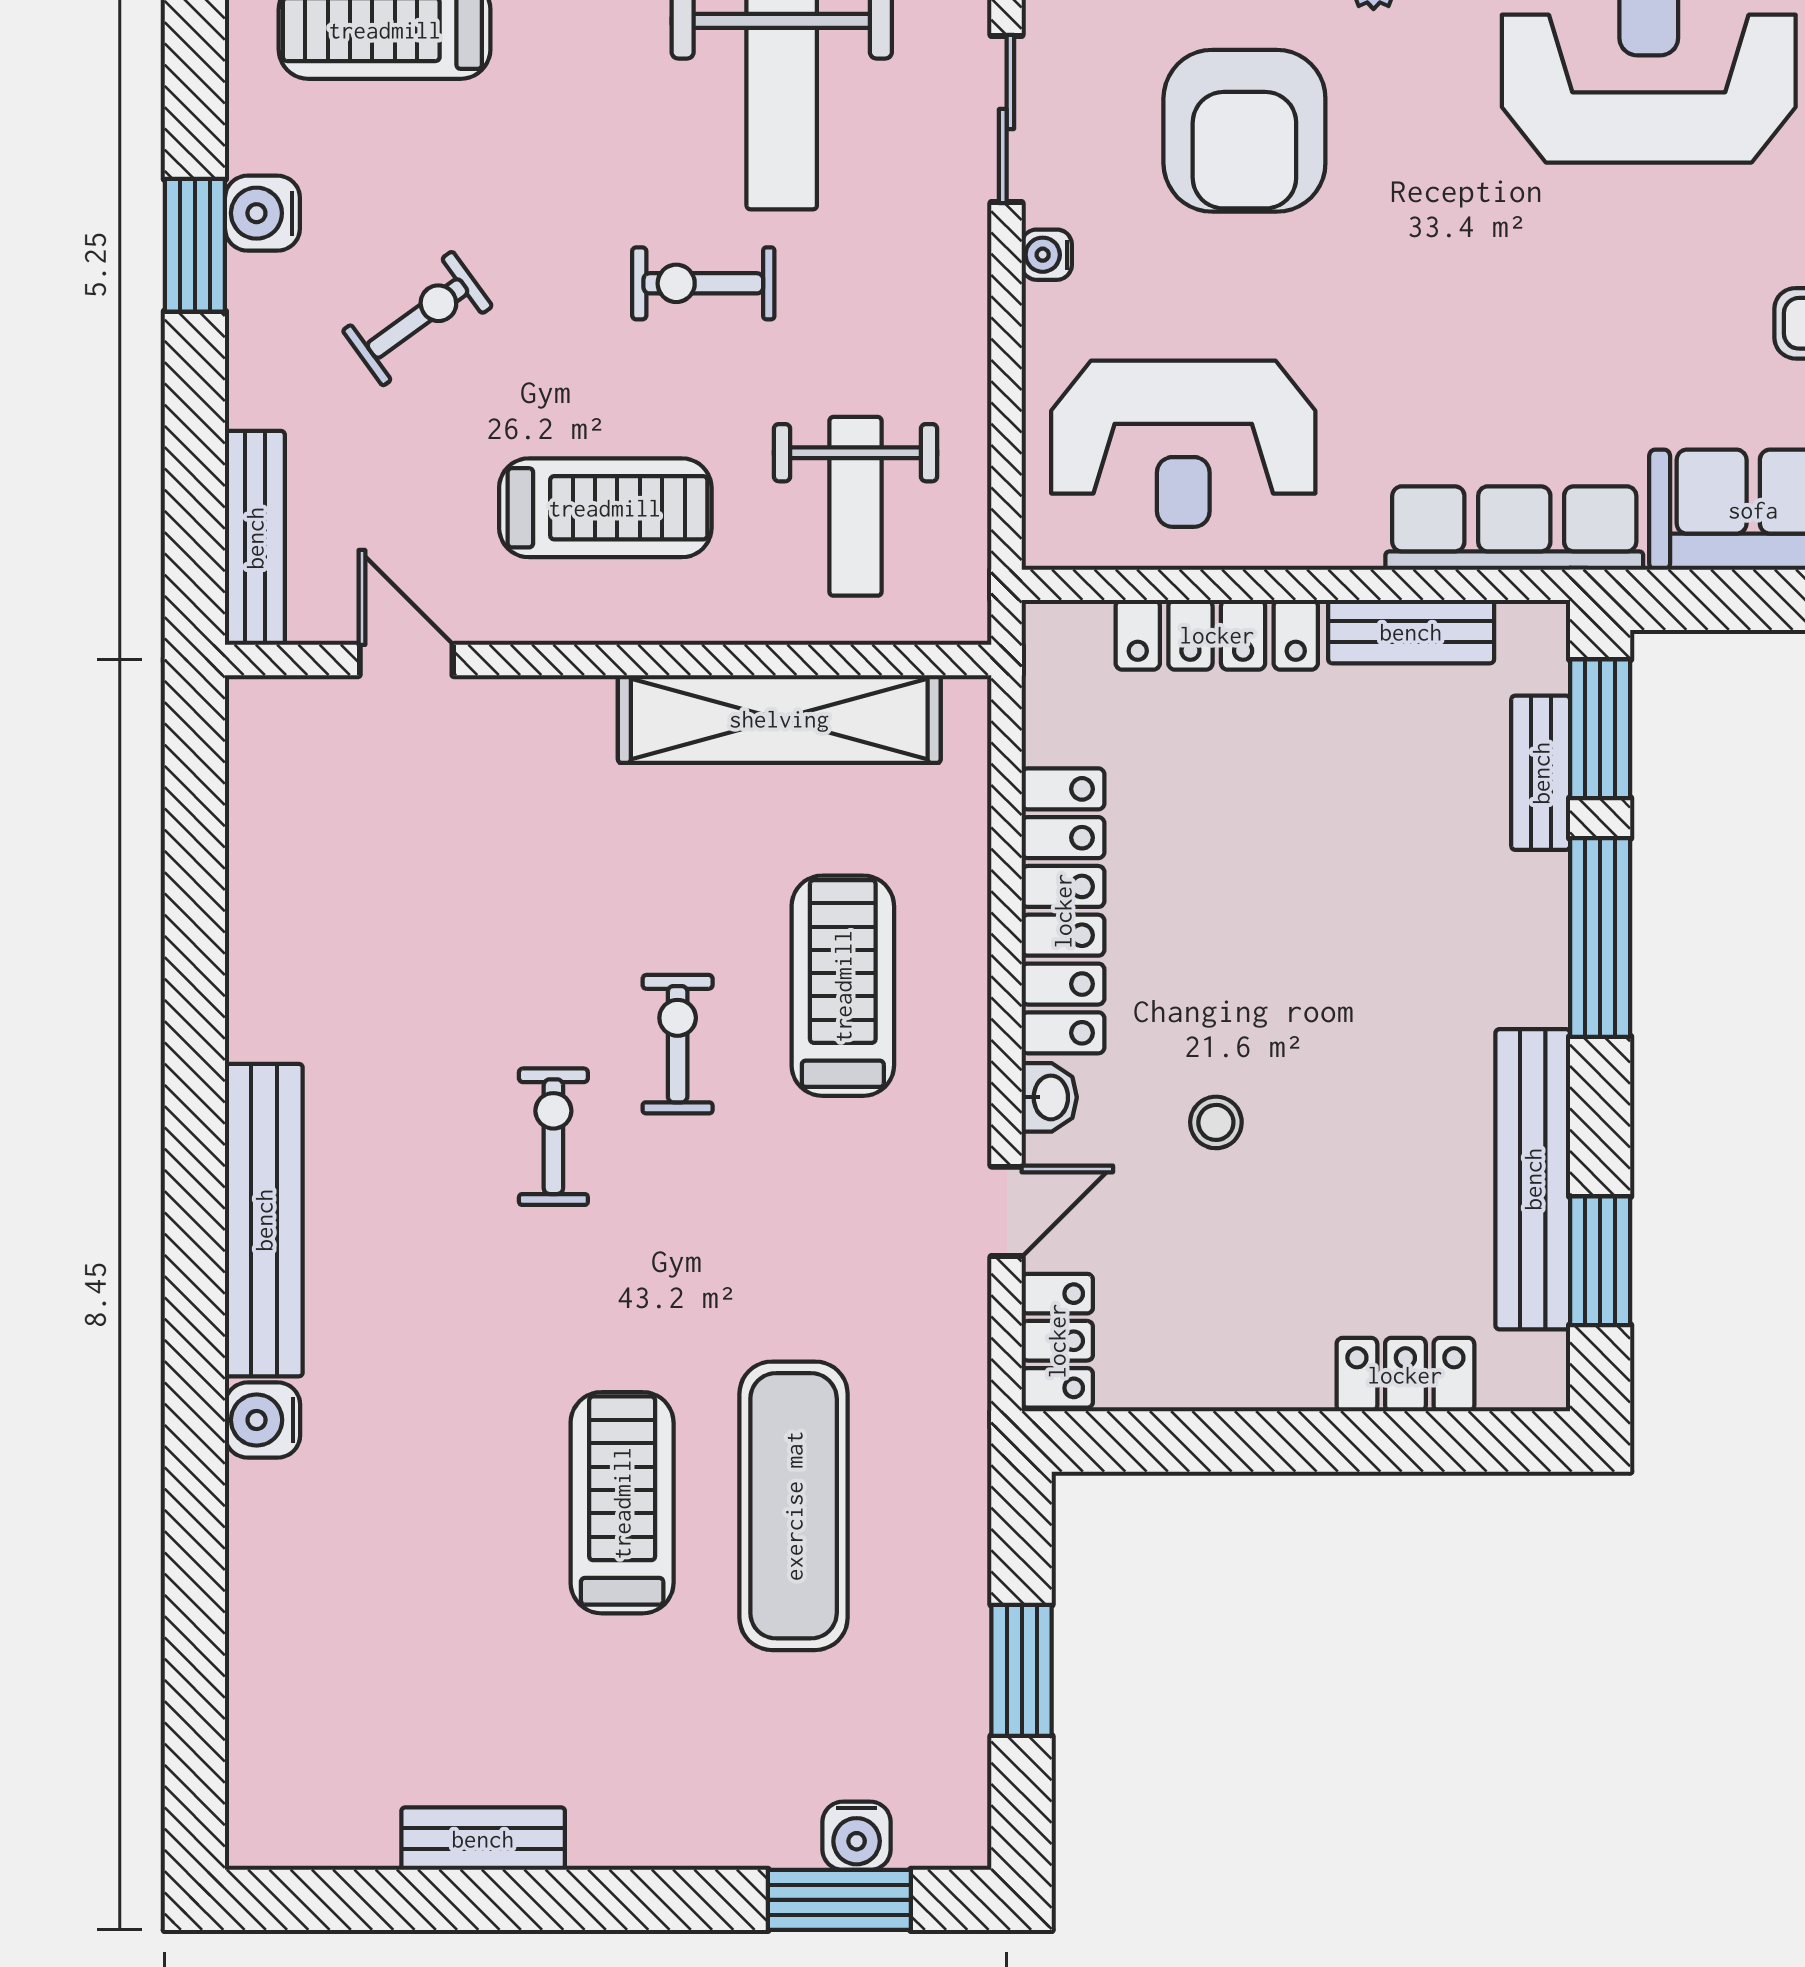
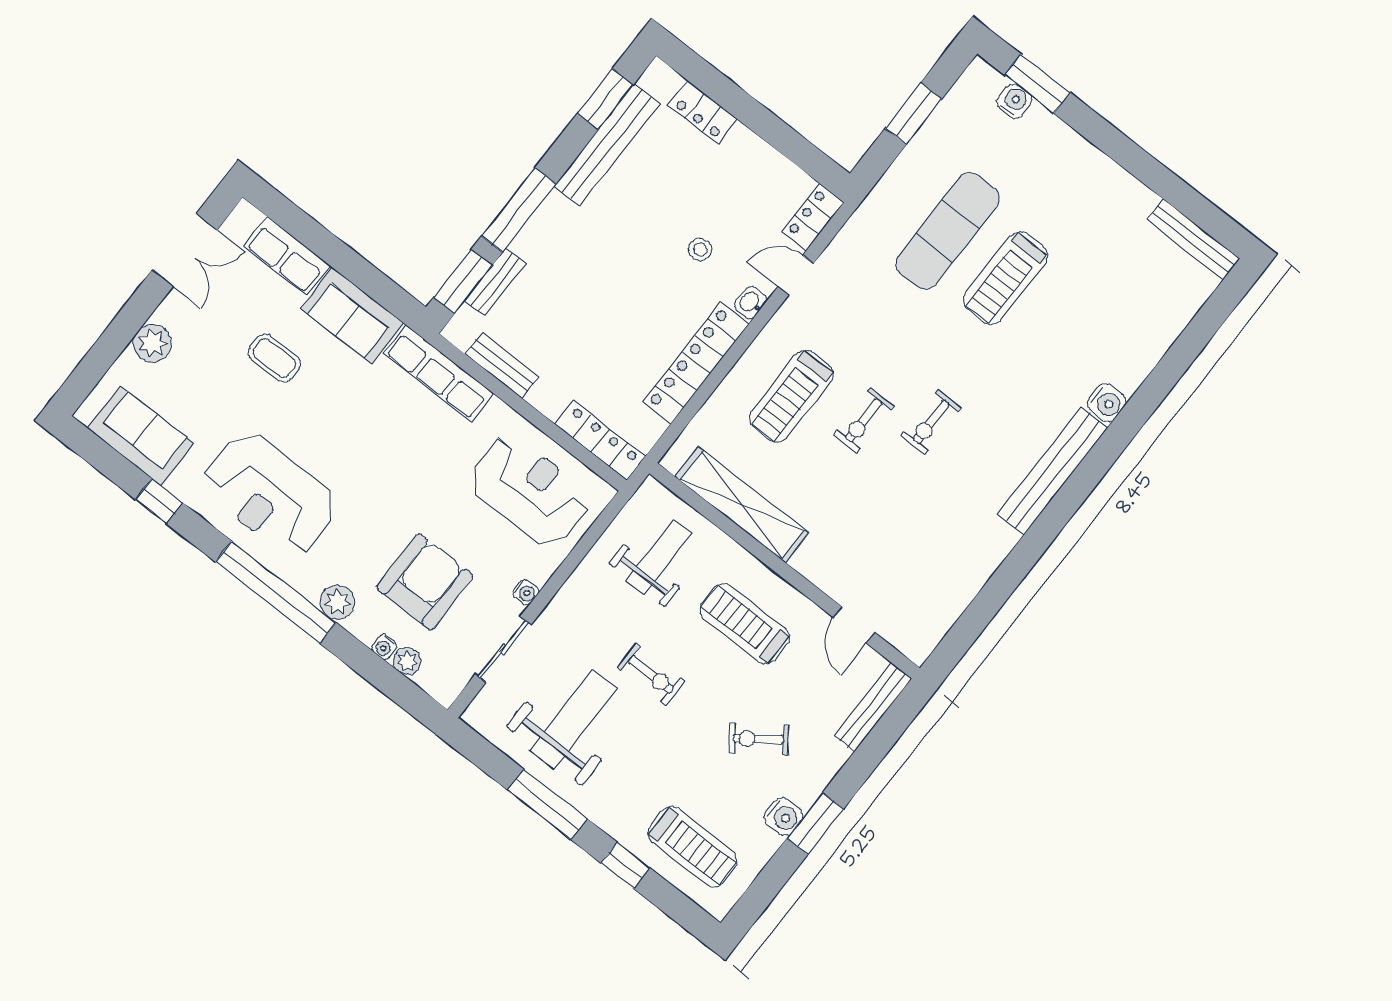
locker: (1217, 635) -> (600, 440), moved
bench: (483, 1839) -> (1193, 239), moved, width x1.36

